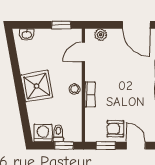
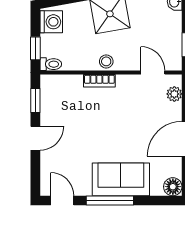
armchair: (115, 129) -> (56, 113), removed
toilet: (58, 133) -> (51, 64), moved

